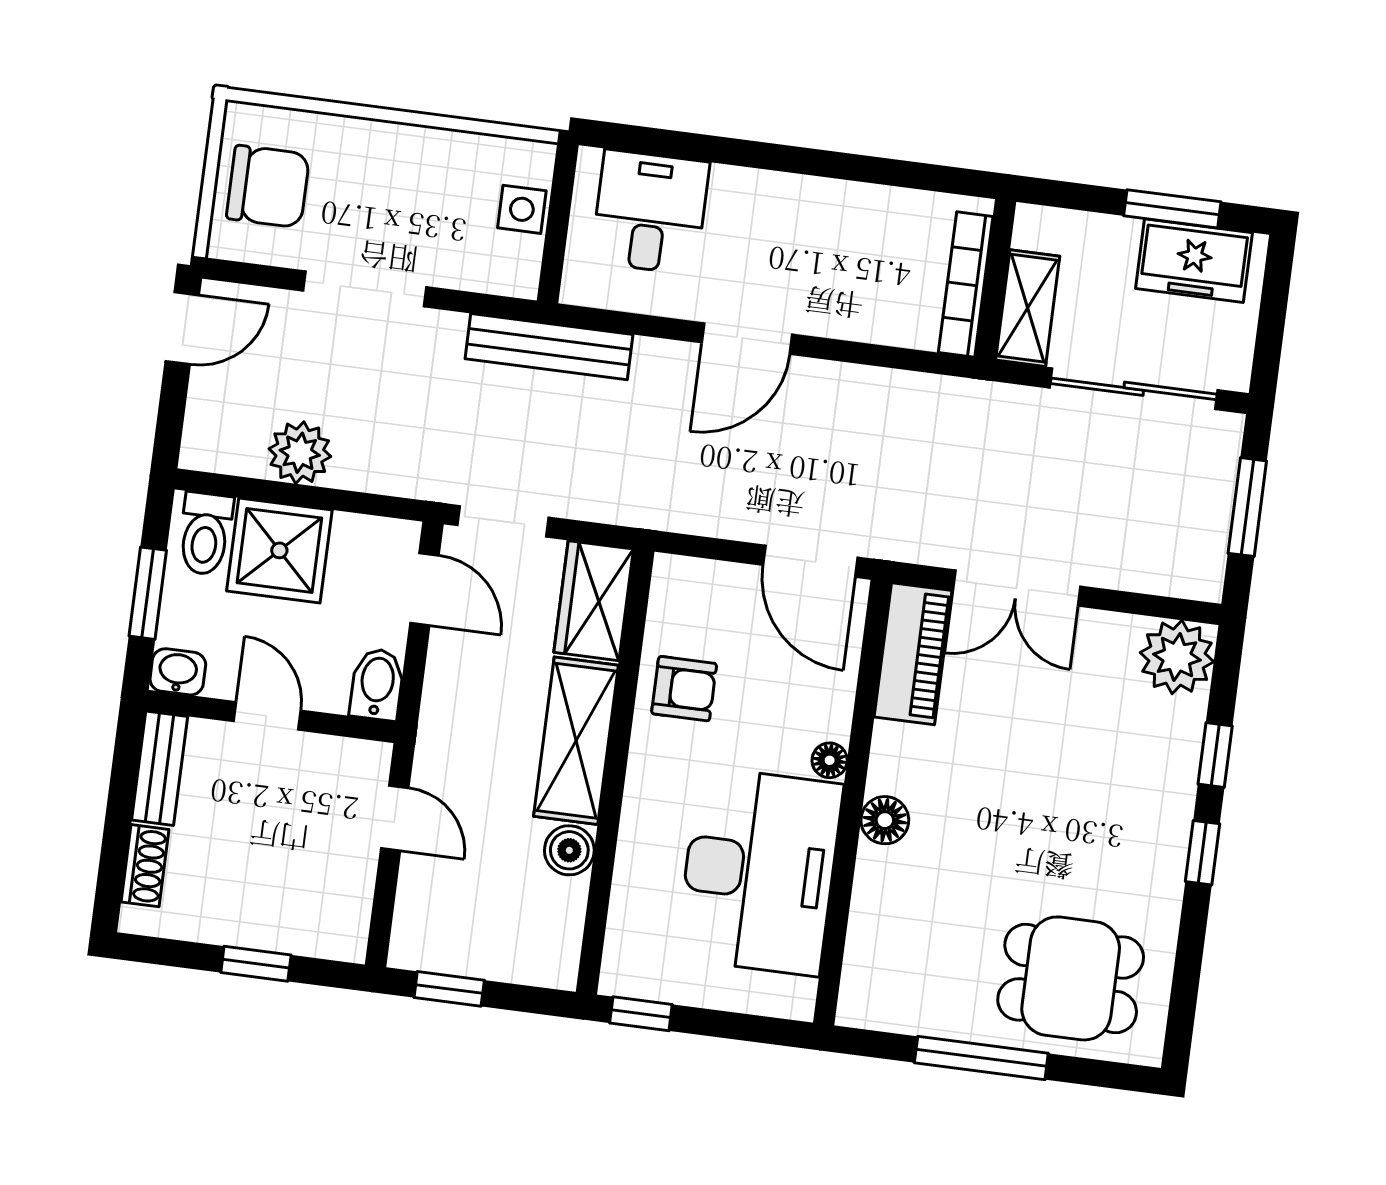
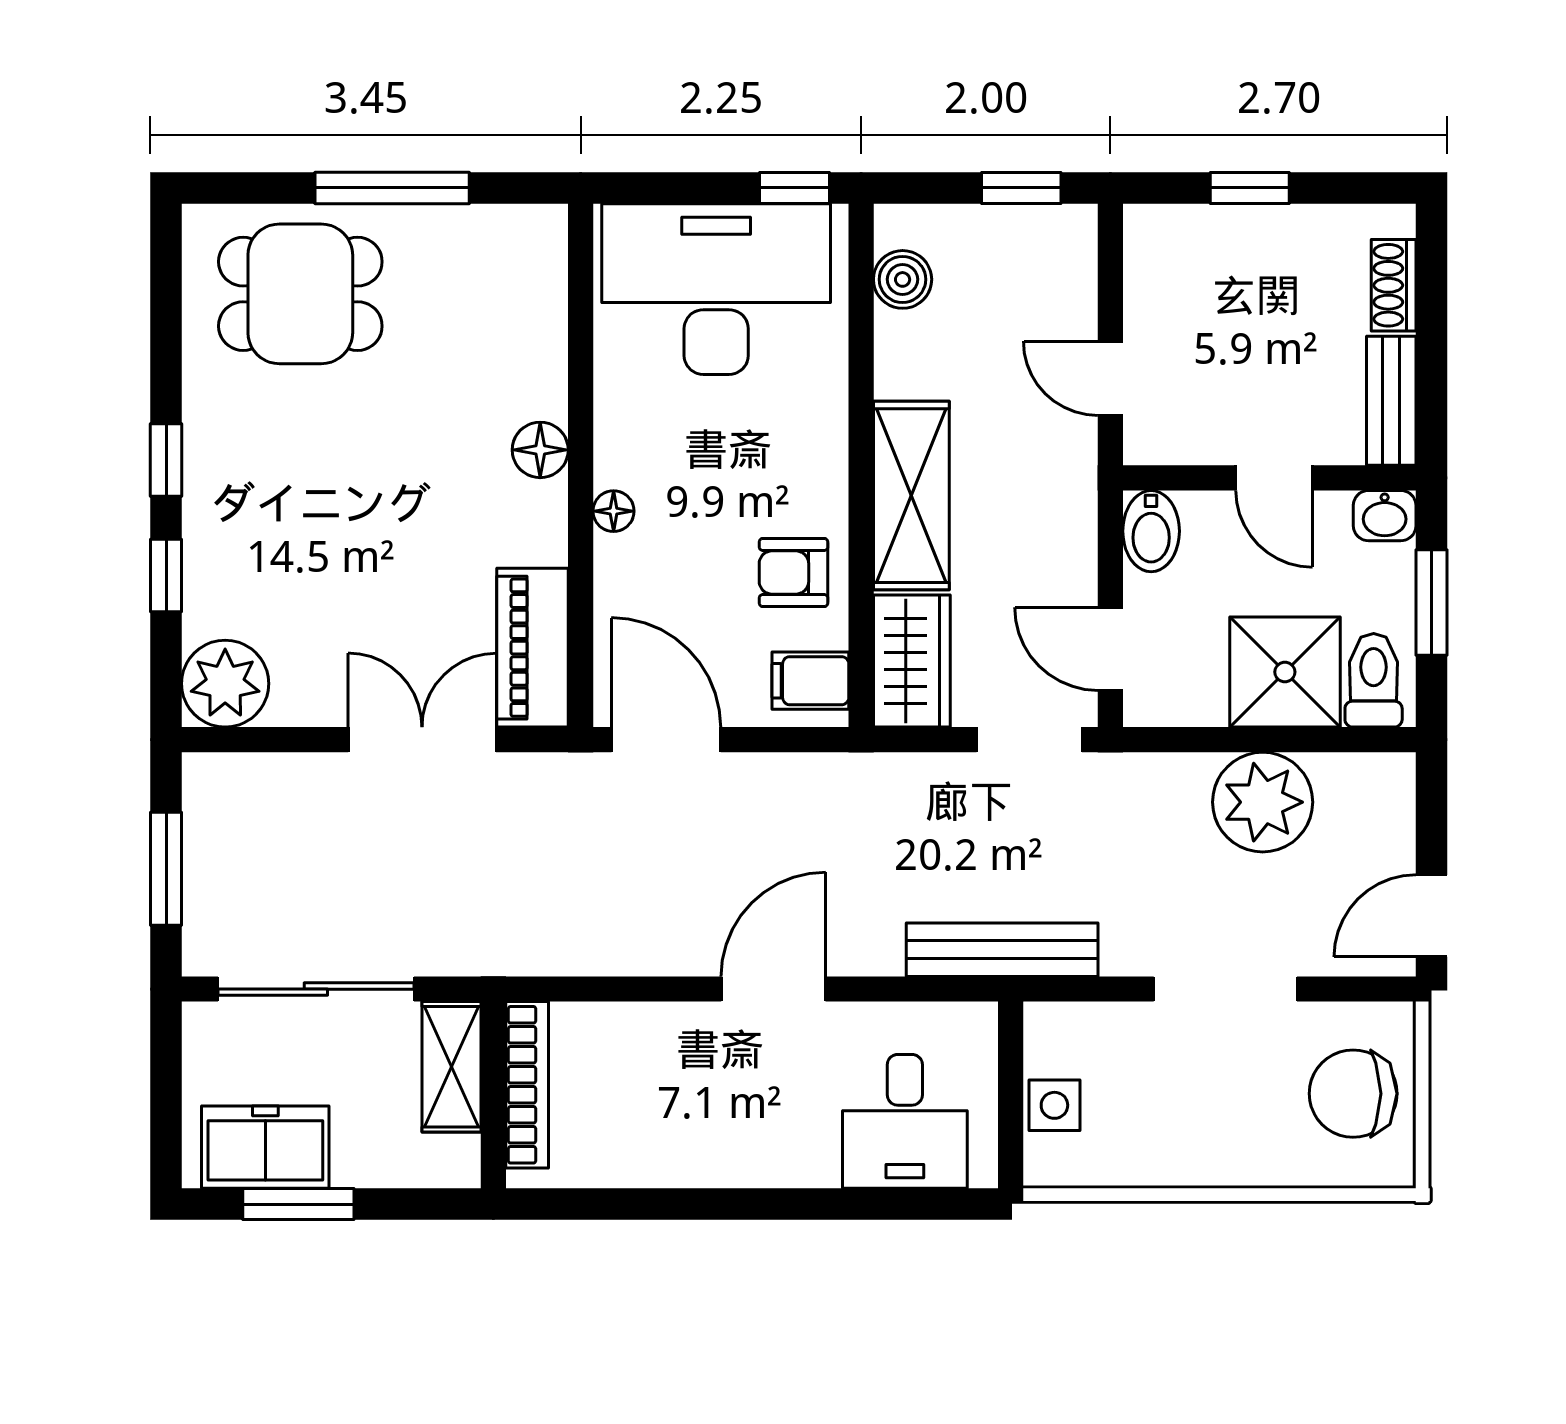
plant: (300, 453) -> (1263, 802), width x1.36, depth x1.36
filing cabinet: (682, 595) -> (810, 681), added
boiler: (569, 850) -> (903, 279), moved
desk: (759, 871) -> (716, 289), moved, turned 90

